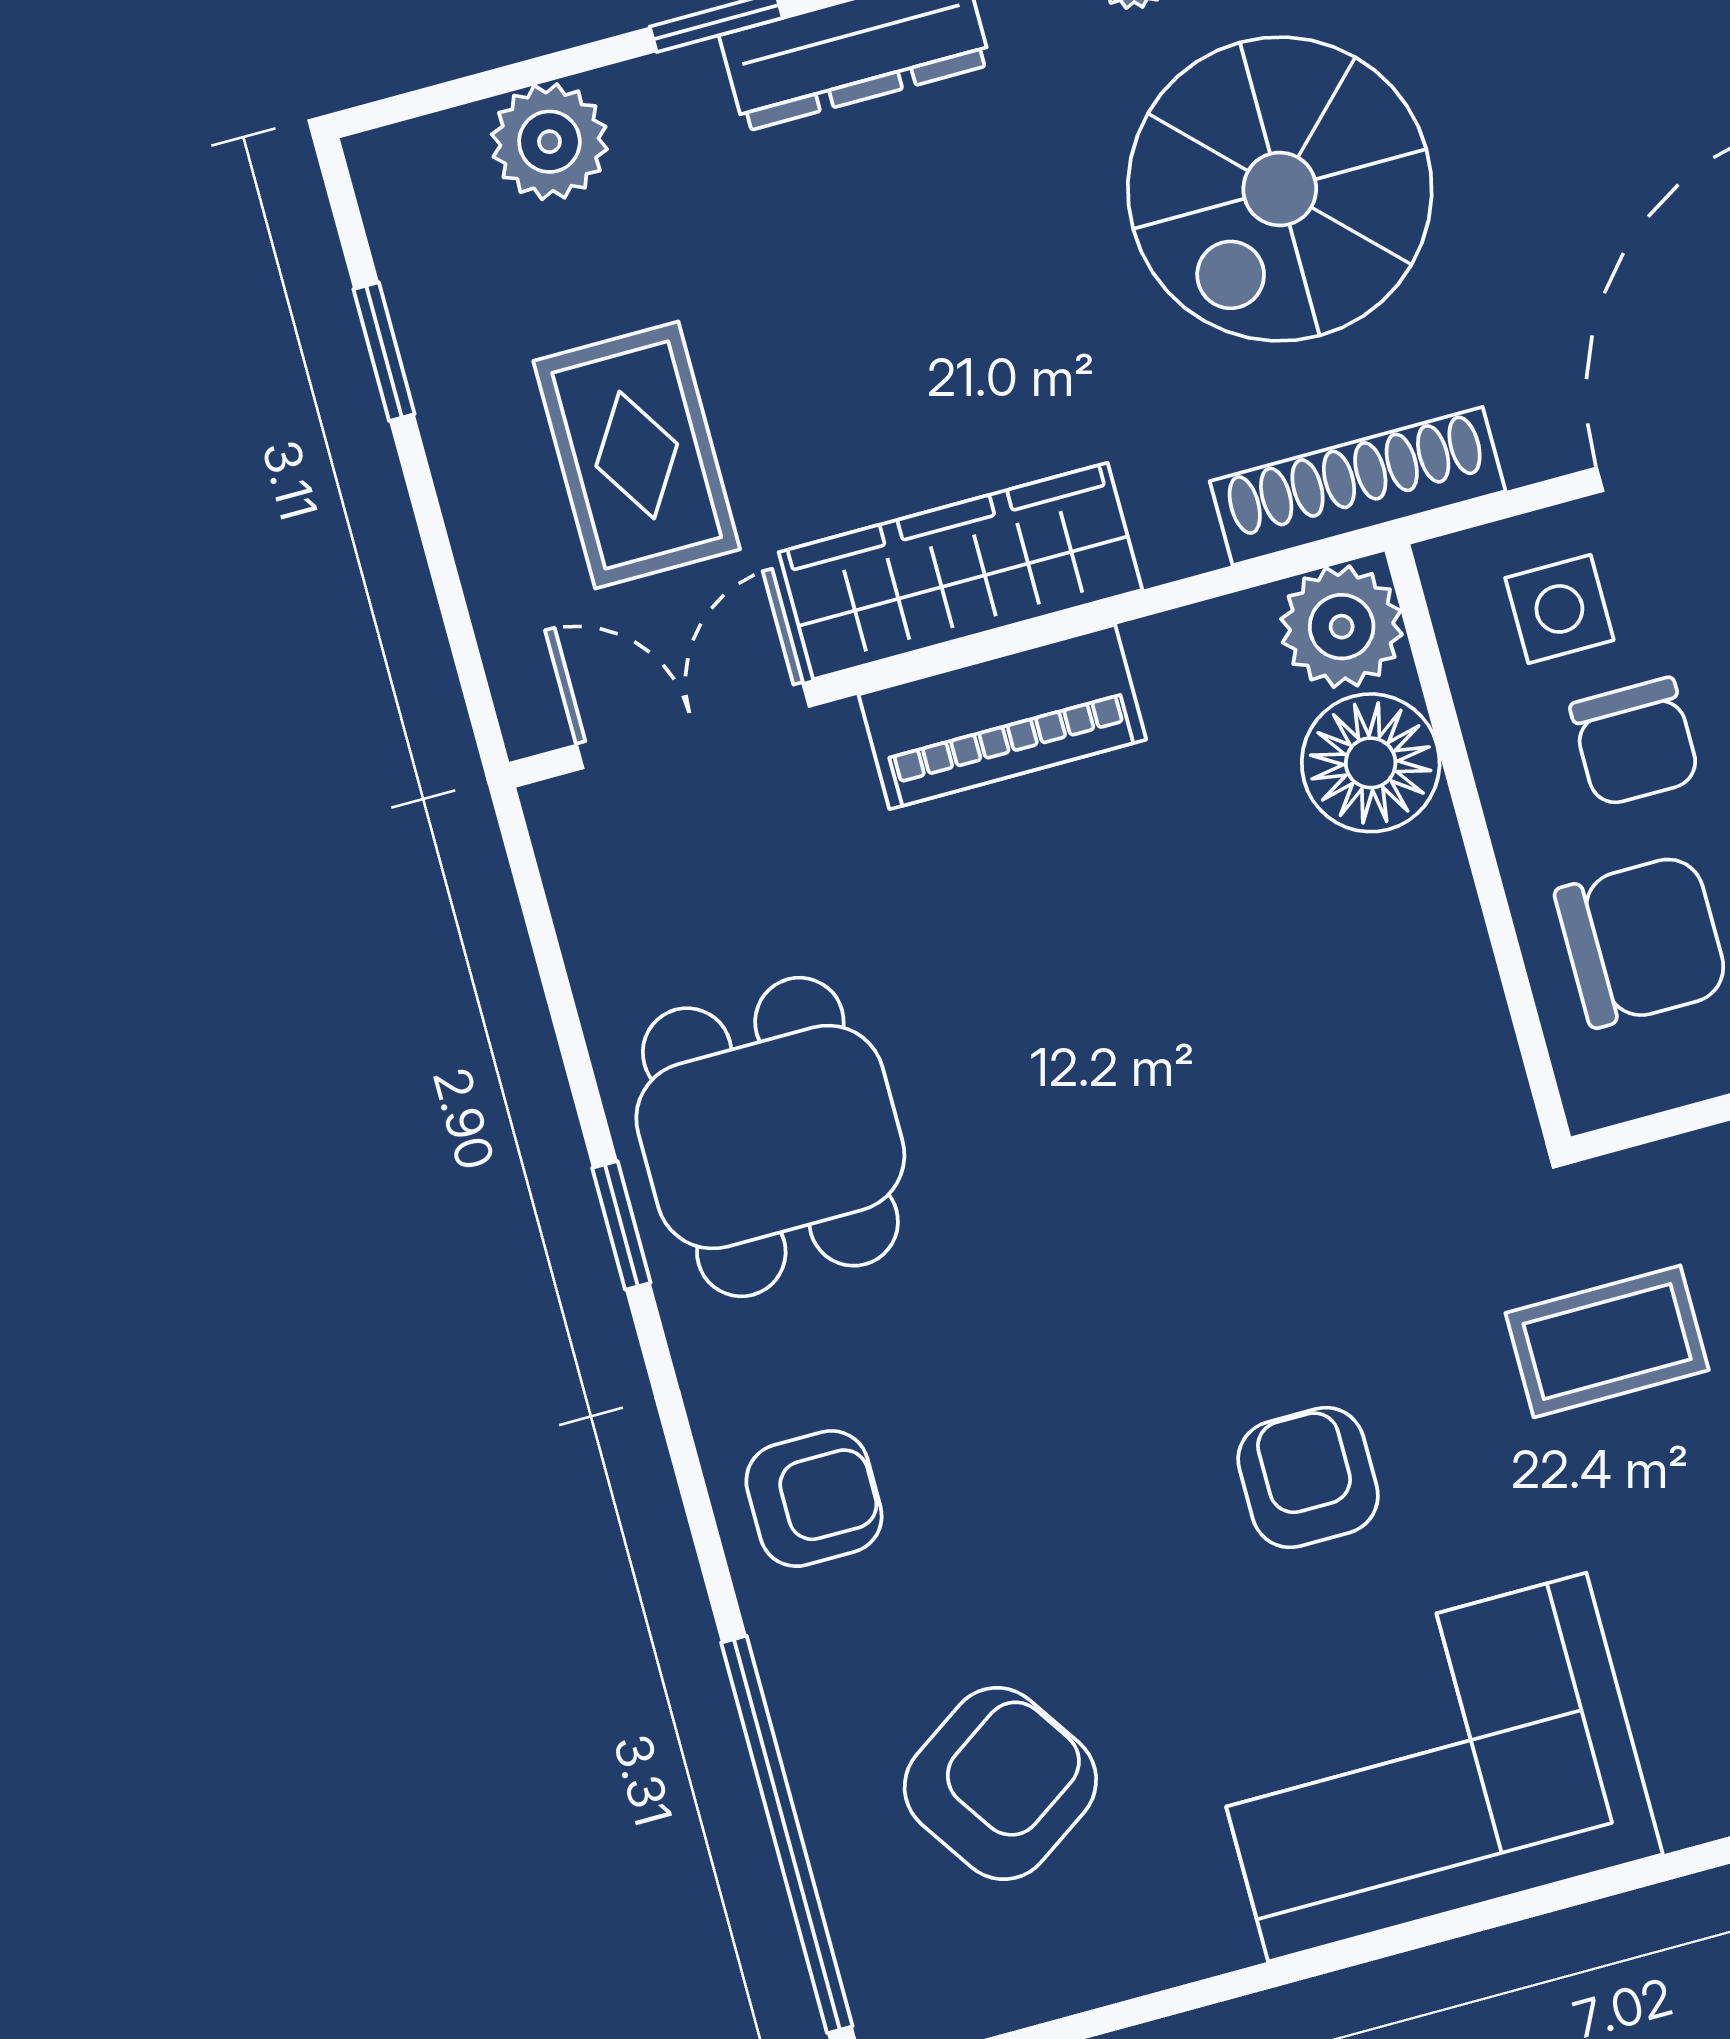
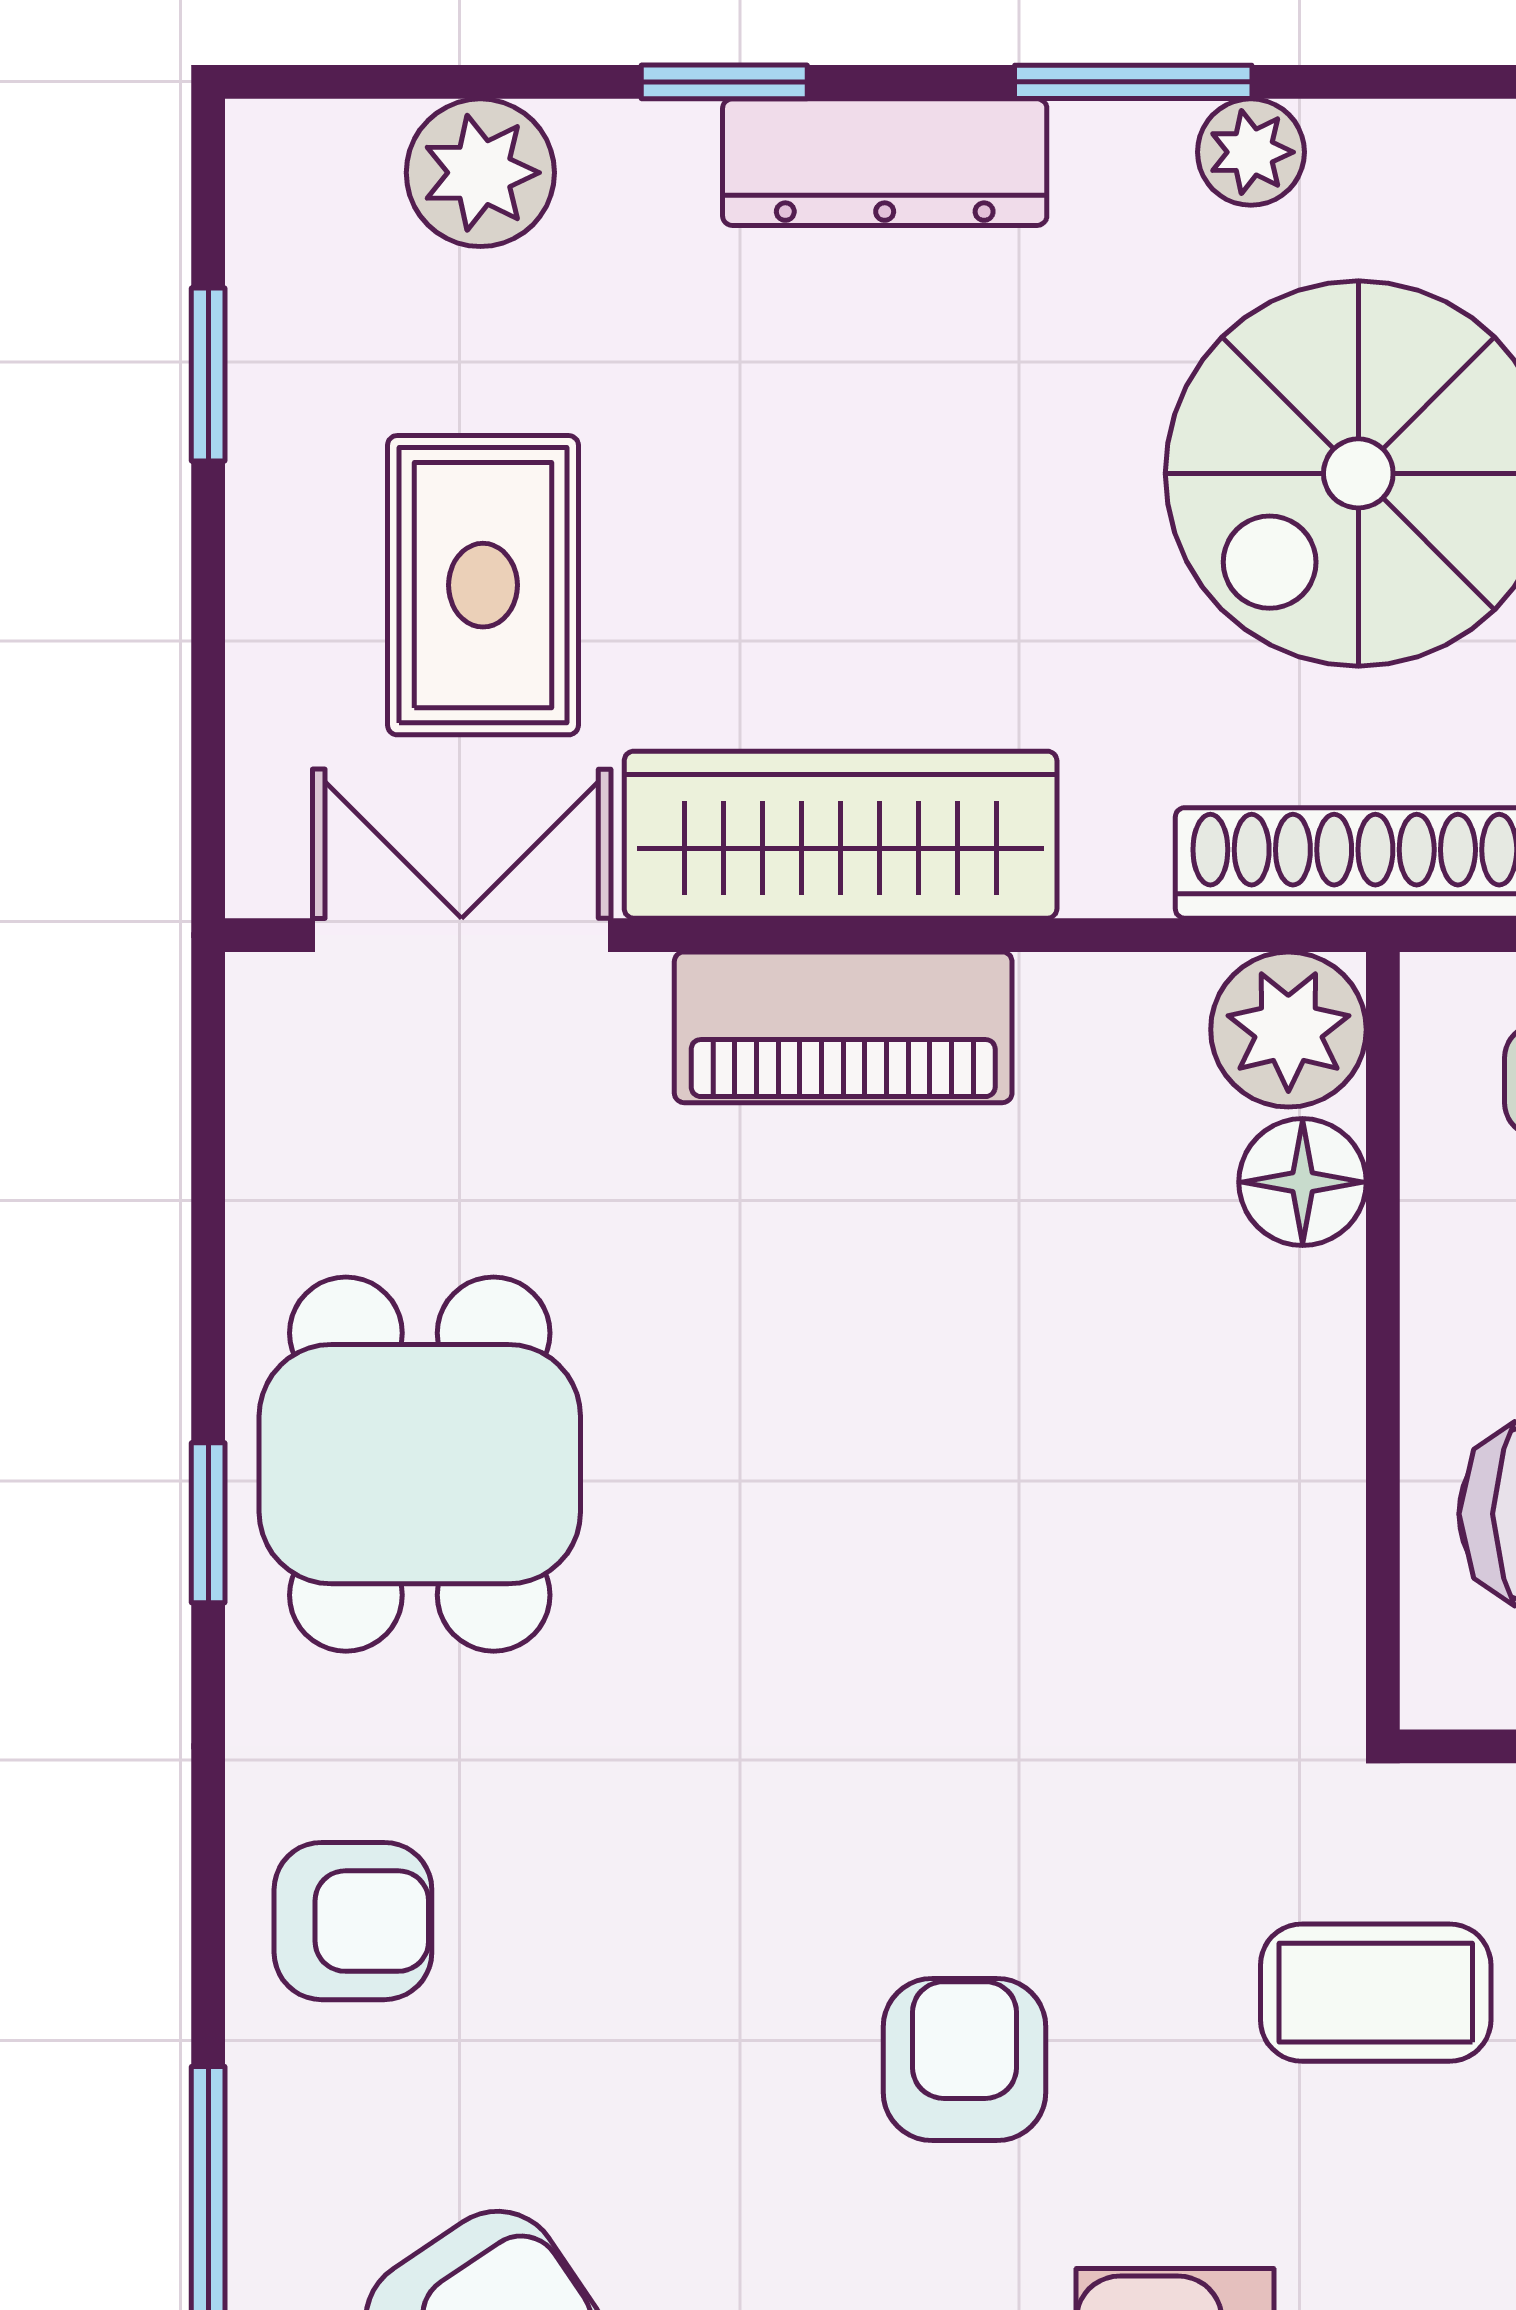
floor lamp: (1371, 763) -> (1303, 1182), width x0.73, depth x0.73

